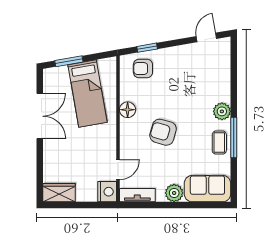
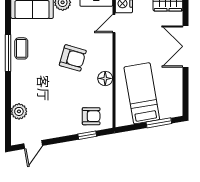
plant: (222, 111) -> (19, 111), moved
double door: (40, 116) -> (186, 46), moved

